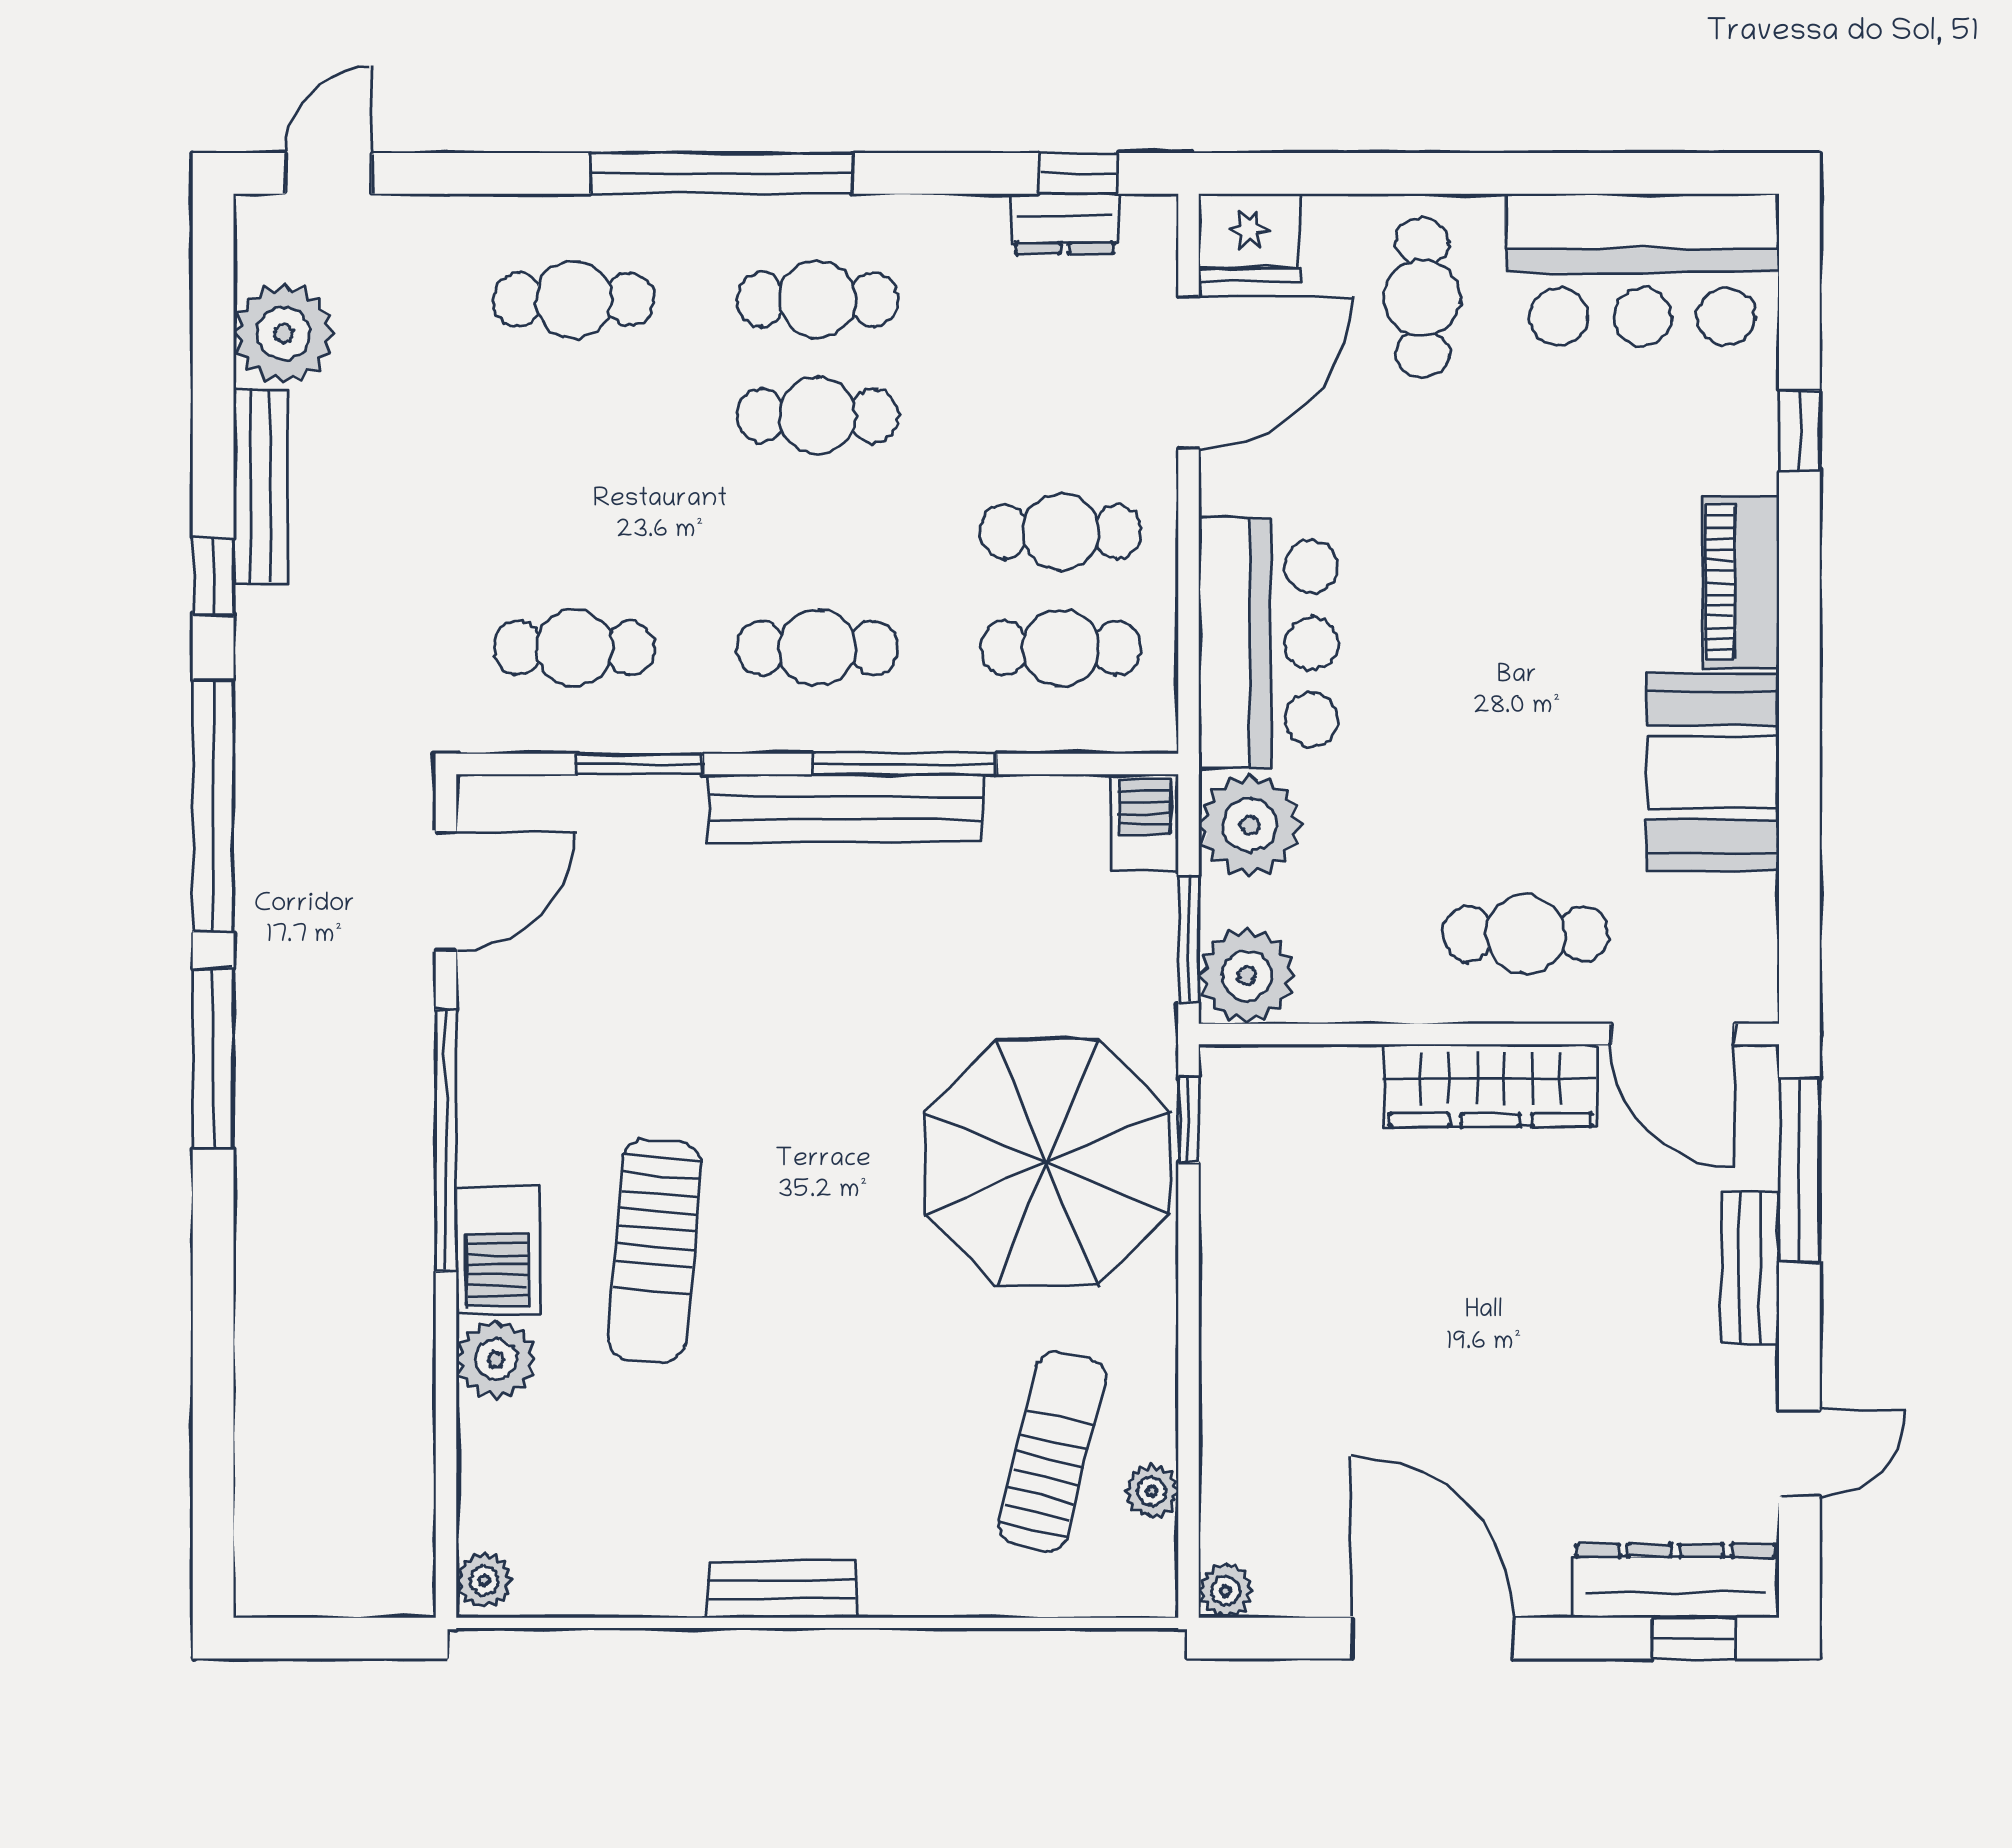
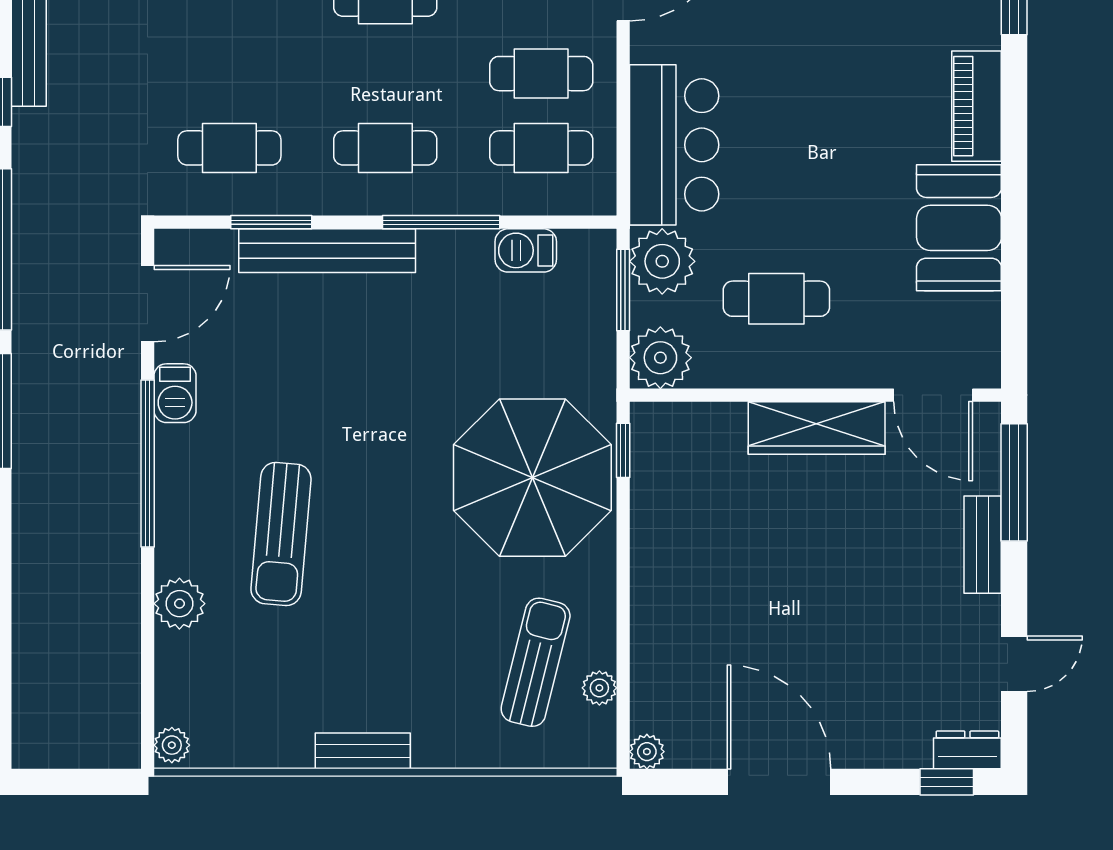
bench: (846, 808) -> (327, 251), moved
barbecue: (1144, 822) -> (526, 250), moved, turned -90
cafe table: (1526, 934) -> (776, 299), moved
window: (1189, 939) -> (623, 290), moved
barbecue: (498, 1251) -> (175, 393), moved, width x0.73, depth x0.79
dresser: (1676, 1581) -> (967, 750), width x0.51, depth x0.80

